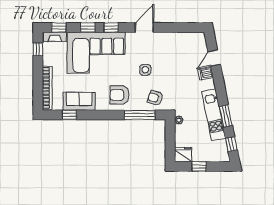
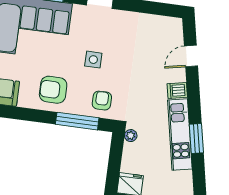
dishwasher: (206, 74) -> (177, 90), moved
armchair: (155, 98) -> (102, 101), turned 73
window: (231, 144) -> (199, 178), removed

